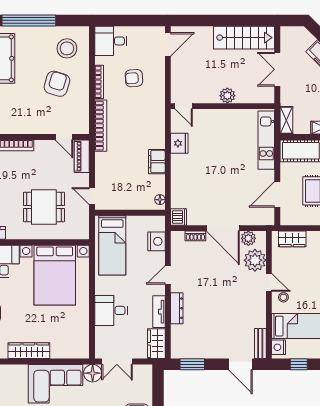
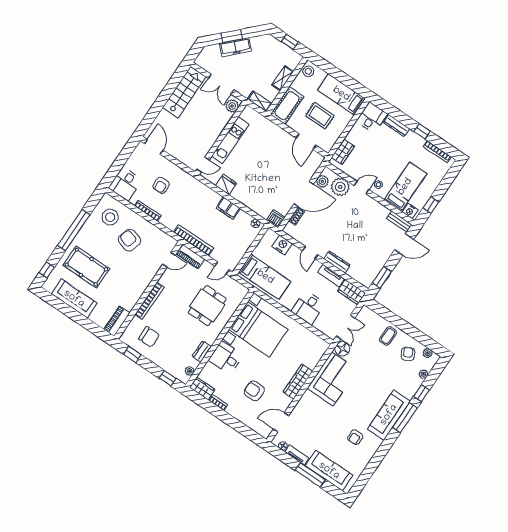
plant: (227, 96) -> (232, 106), moved
bookcase: (101, 126) -> (194, 240), moved
kitchen unit: (266, 140) -> (230, 140), moved, turned -90

